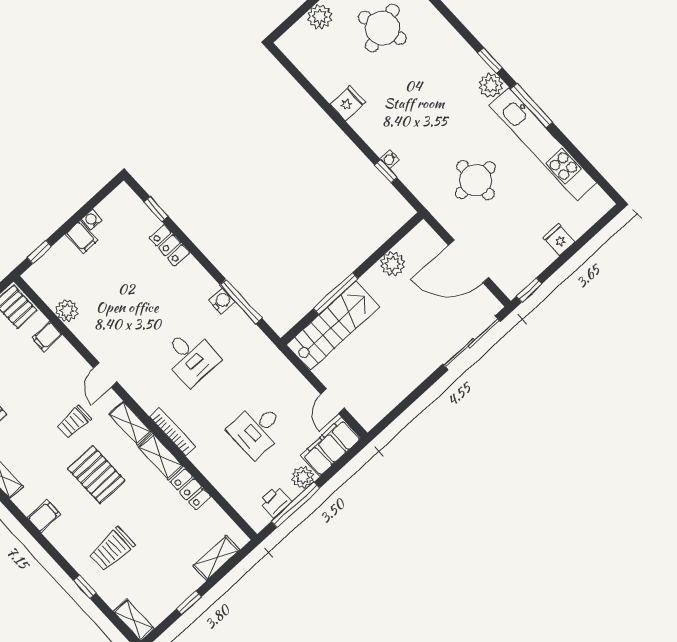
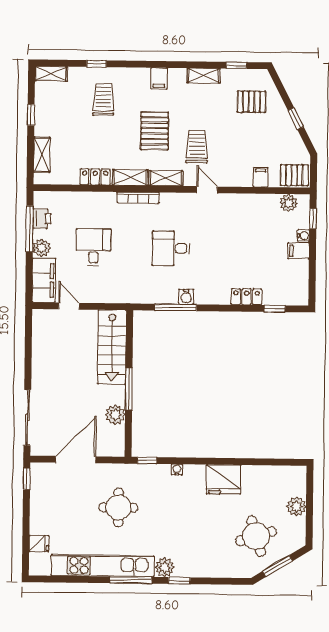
fridge: (348, 103) -> (224, 479), width x1.88, depth x1.34
window: (386, 171) -> (147, 460), moved
water cooler: (92, 220) -> (303, 236), moved
fridge: (559, 240) -> (39, 544), moved
window: (336, 293) -> (129, 389), moved
plant: (67, 311) -> (288, 203), moved
trolley: (74, 422) -> (197, 147), width x1.36, depth x1.39
pallet: (96, 475) -> (155, 131), turned 90

